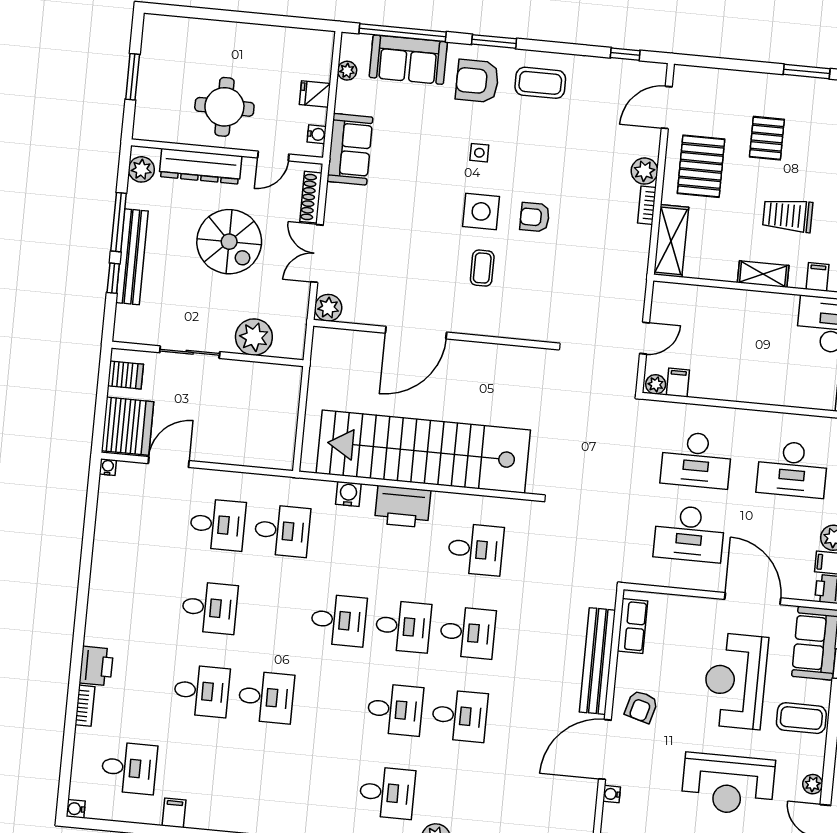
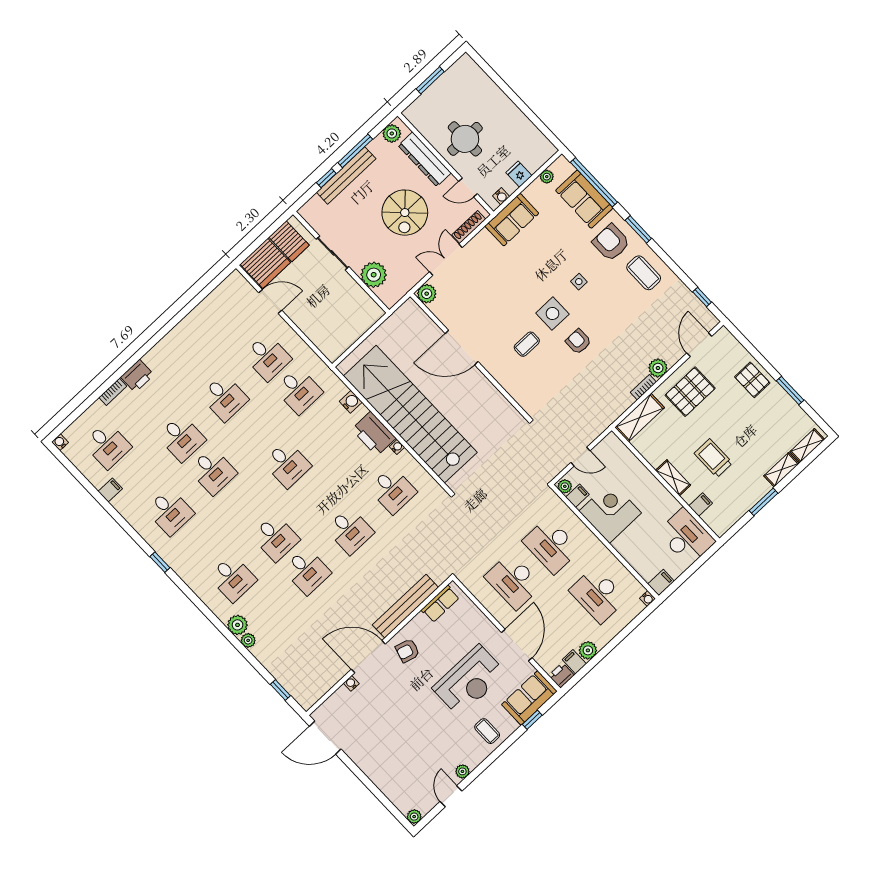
door: (667, 108) -> (699, 345), hinge flipped
pallet: (767, 138) -> (752, 380), moved, turned 90
corner desk: (728, 369) -> (610, 512), added
server rack: (126, 375) -> (289, 241), width x1.36, depth x1.44
water cooler: (108, 467) -> (397, 447), moved
desk: (403, 626) -> (170, 512), moved
reception desk: (735, 681) -> (469, 681), turned 180
coffee table: (801, 718) -> (487, 731), width x0.73, depth x0.77
reception desk: (728, 784) -> (418, 732), removed

